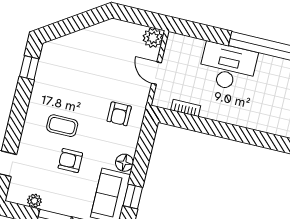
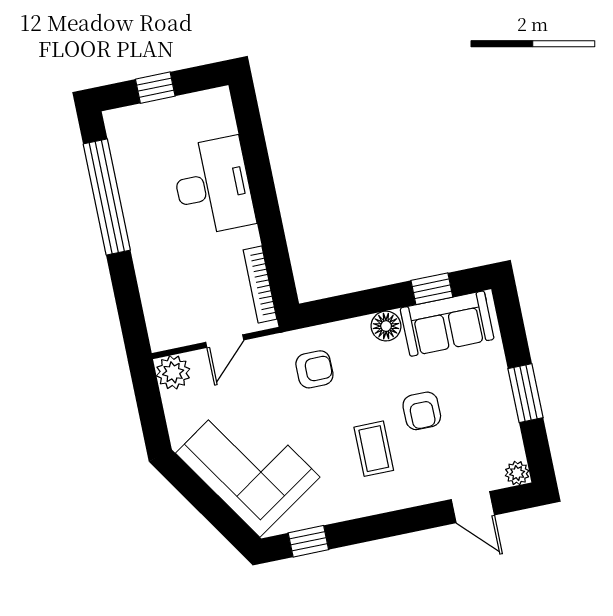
corner sofa: (85, 54) -> (248, 465), added
desk: (228, 67) -> (213, 186), moved, turned 180
bookcase: (186, 108) -> (260, 284), width x1.56
plant: (34, 201) -> (517, 473), moved

